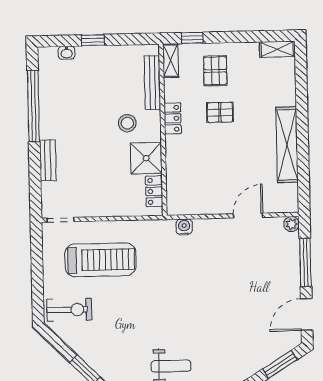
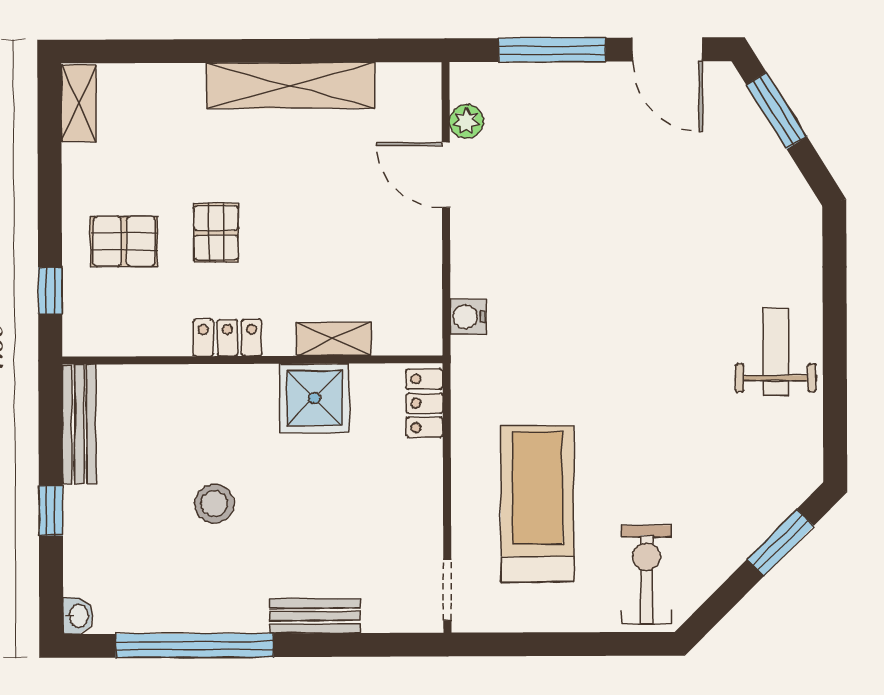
washbasin: (67, 53) -> (78, 616), moved
shelving: (171, 61) -> (334, 339), moved
bench: (152, 83) -> (79, 424), moved, turned 90
stool: (127, 123) -> (214, 504), moved
locker: (154, 191) -> (424, 403), moved, turned 90
plant: (292, 224) -> (467, 121), moved

